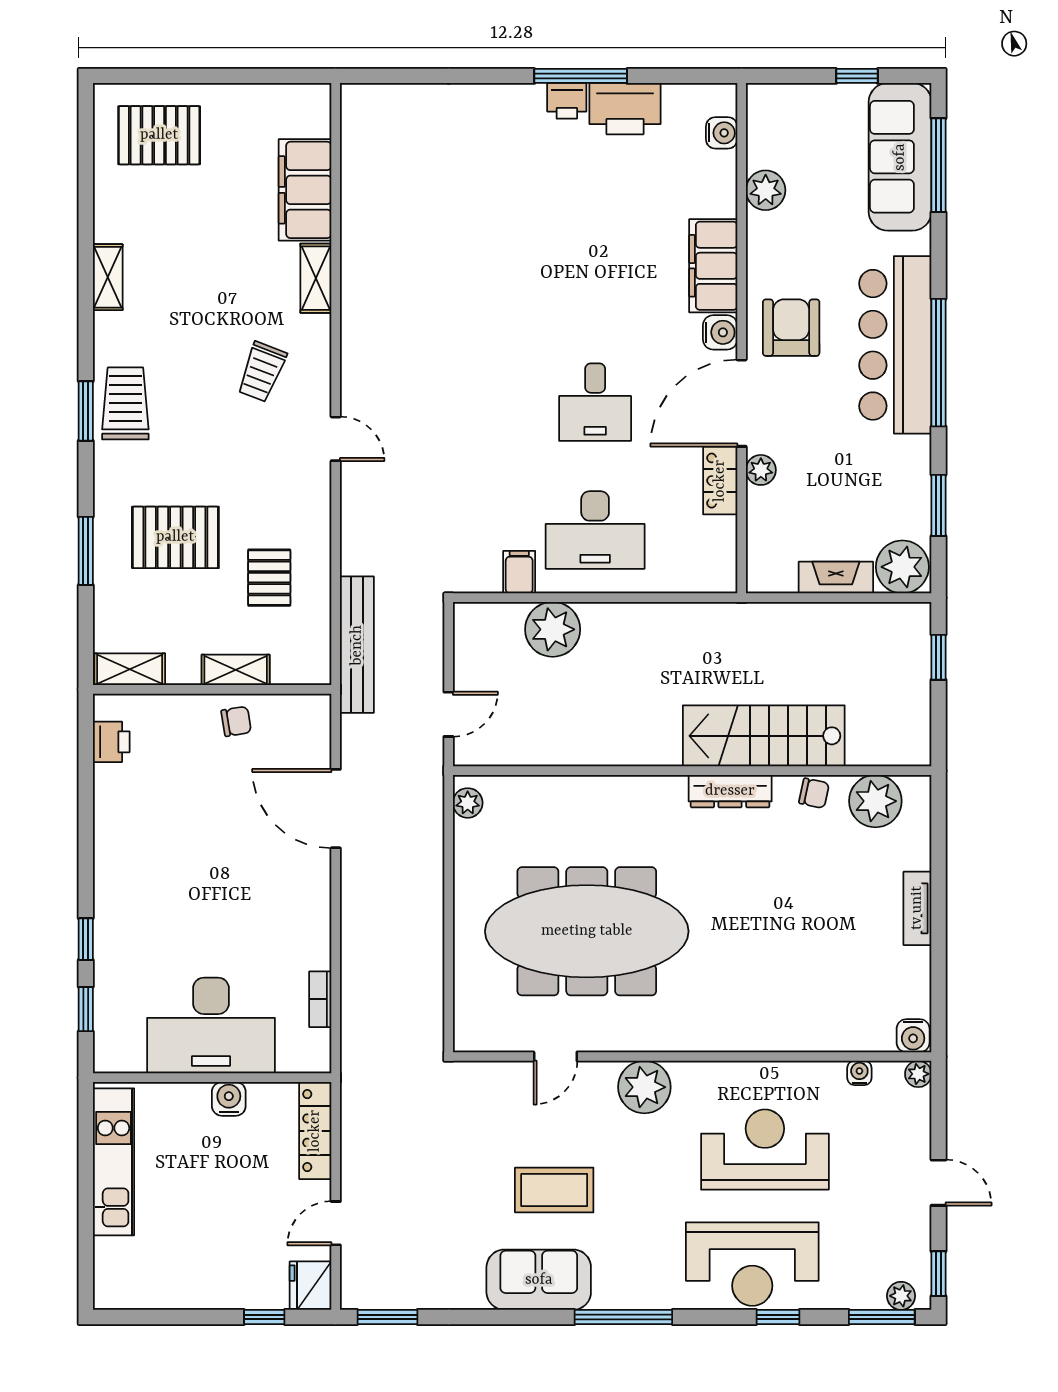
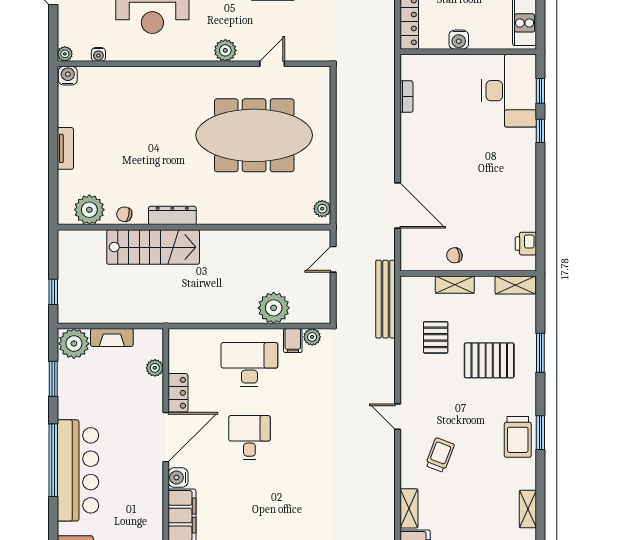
armchair: (791, 328) -> (137, 480), removed
plant: (761, 470) -> (155, 368), moved
plant: (485, 578) -> (312, 337), added
desk: (211, 1026) -> (509, 91), moved, turned 90
plant: (644, 1087) -> (225, 50), width x0.73, depth x0.73

